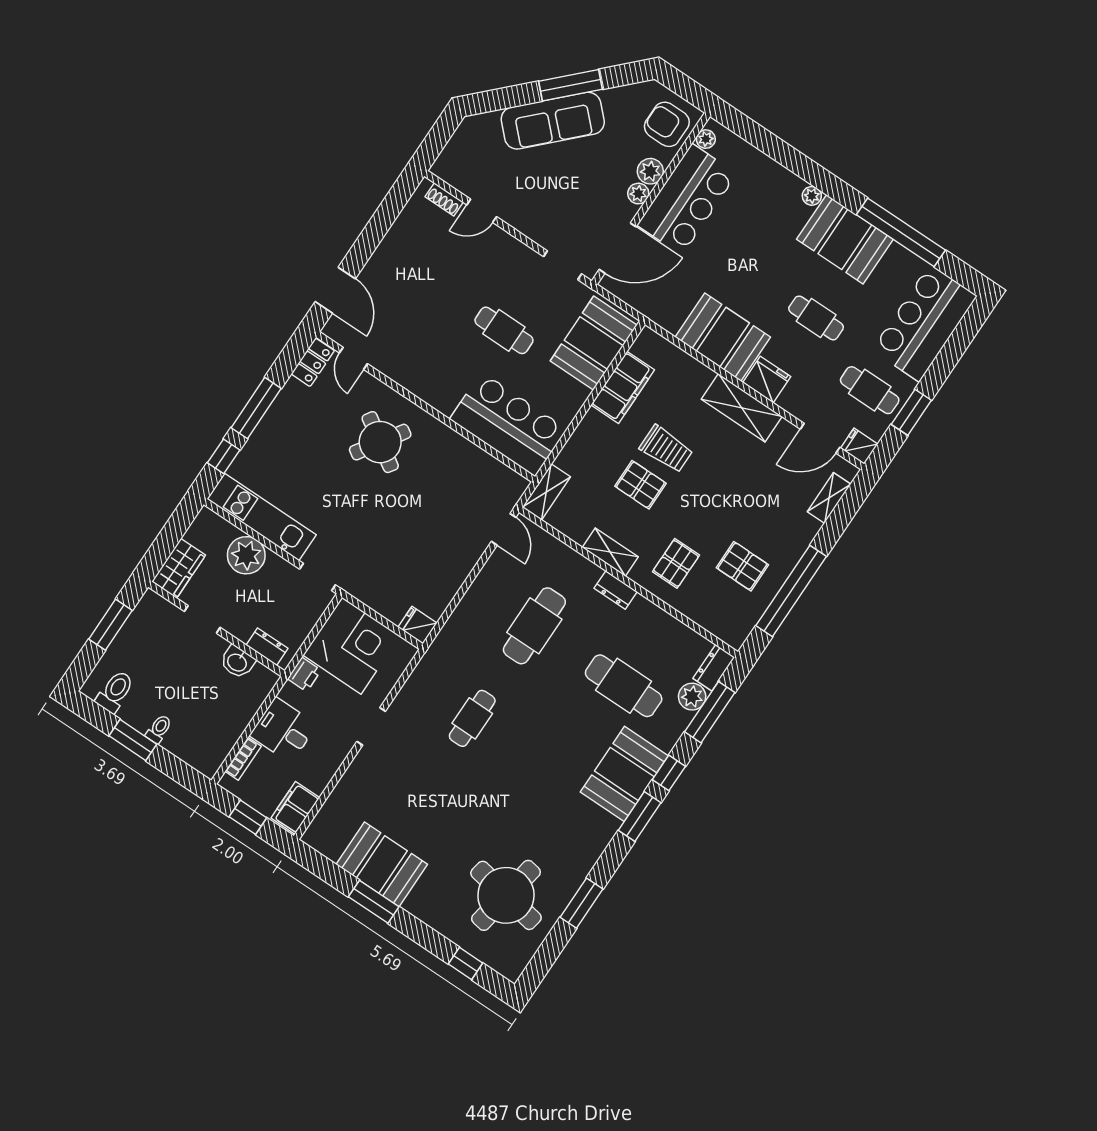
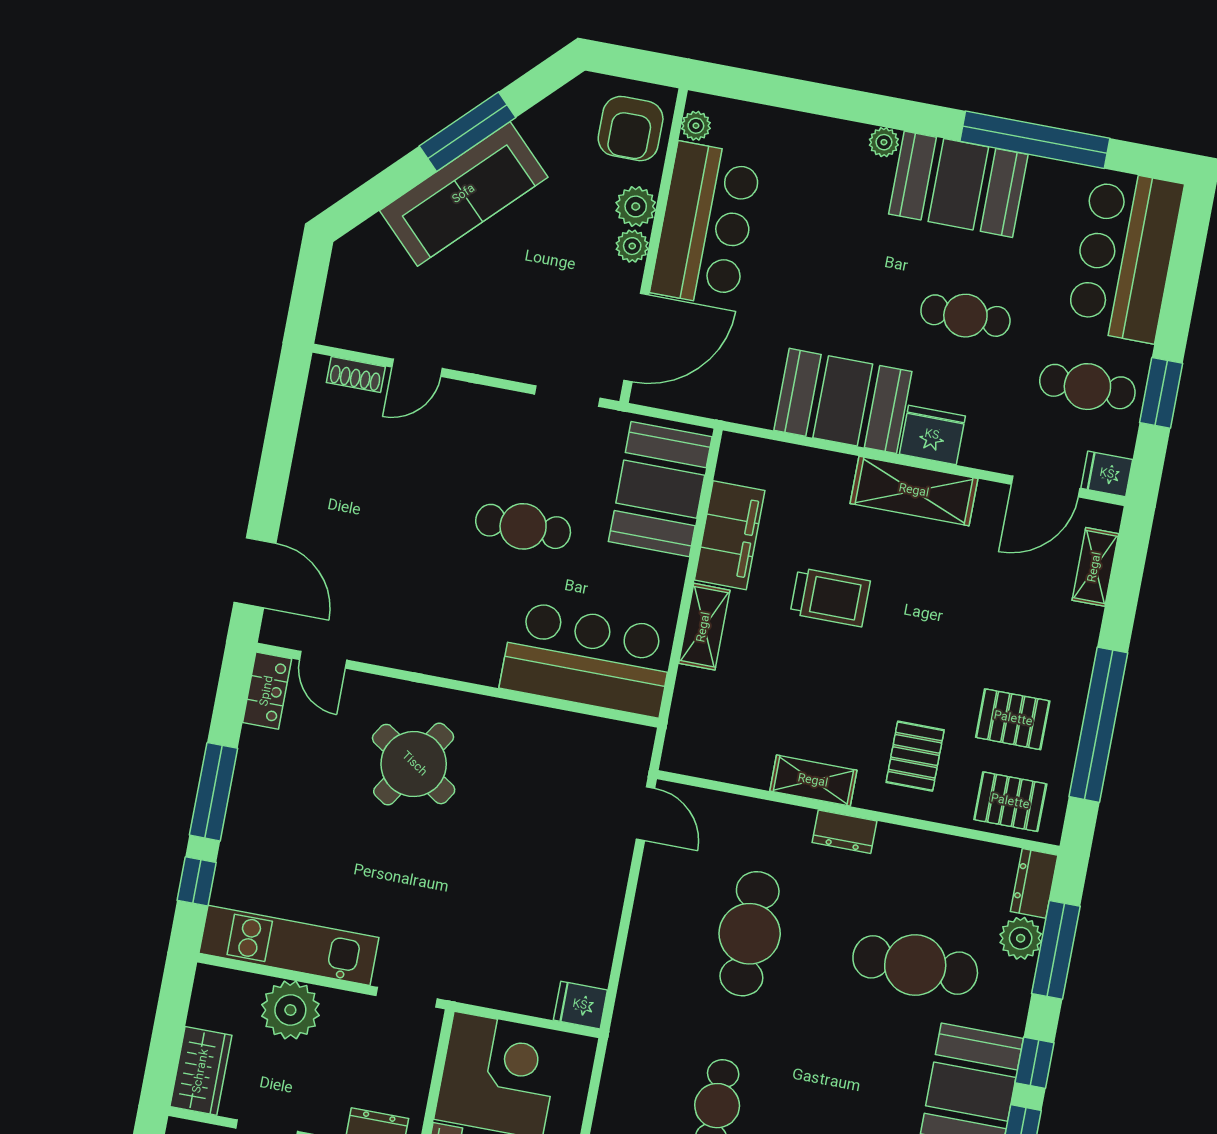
armchair: (667, 124) -> (631, 129), turned -90
pallet: (640, 485) -> (1010, 802), moved
shelving: (546, 492) -> (704, 627), moved

